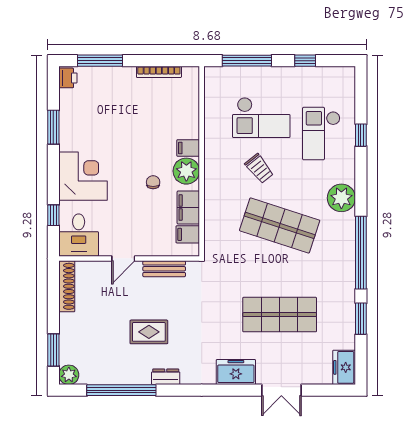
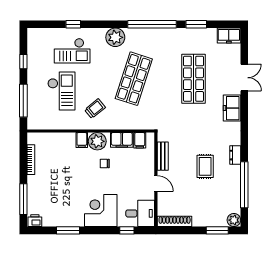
trolley: (259, 169) -> (95, 109), moved

